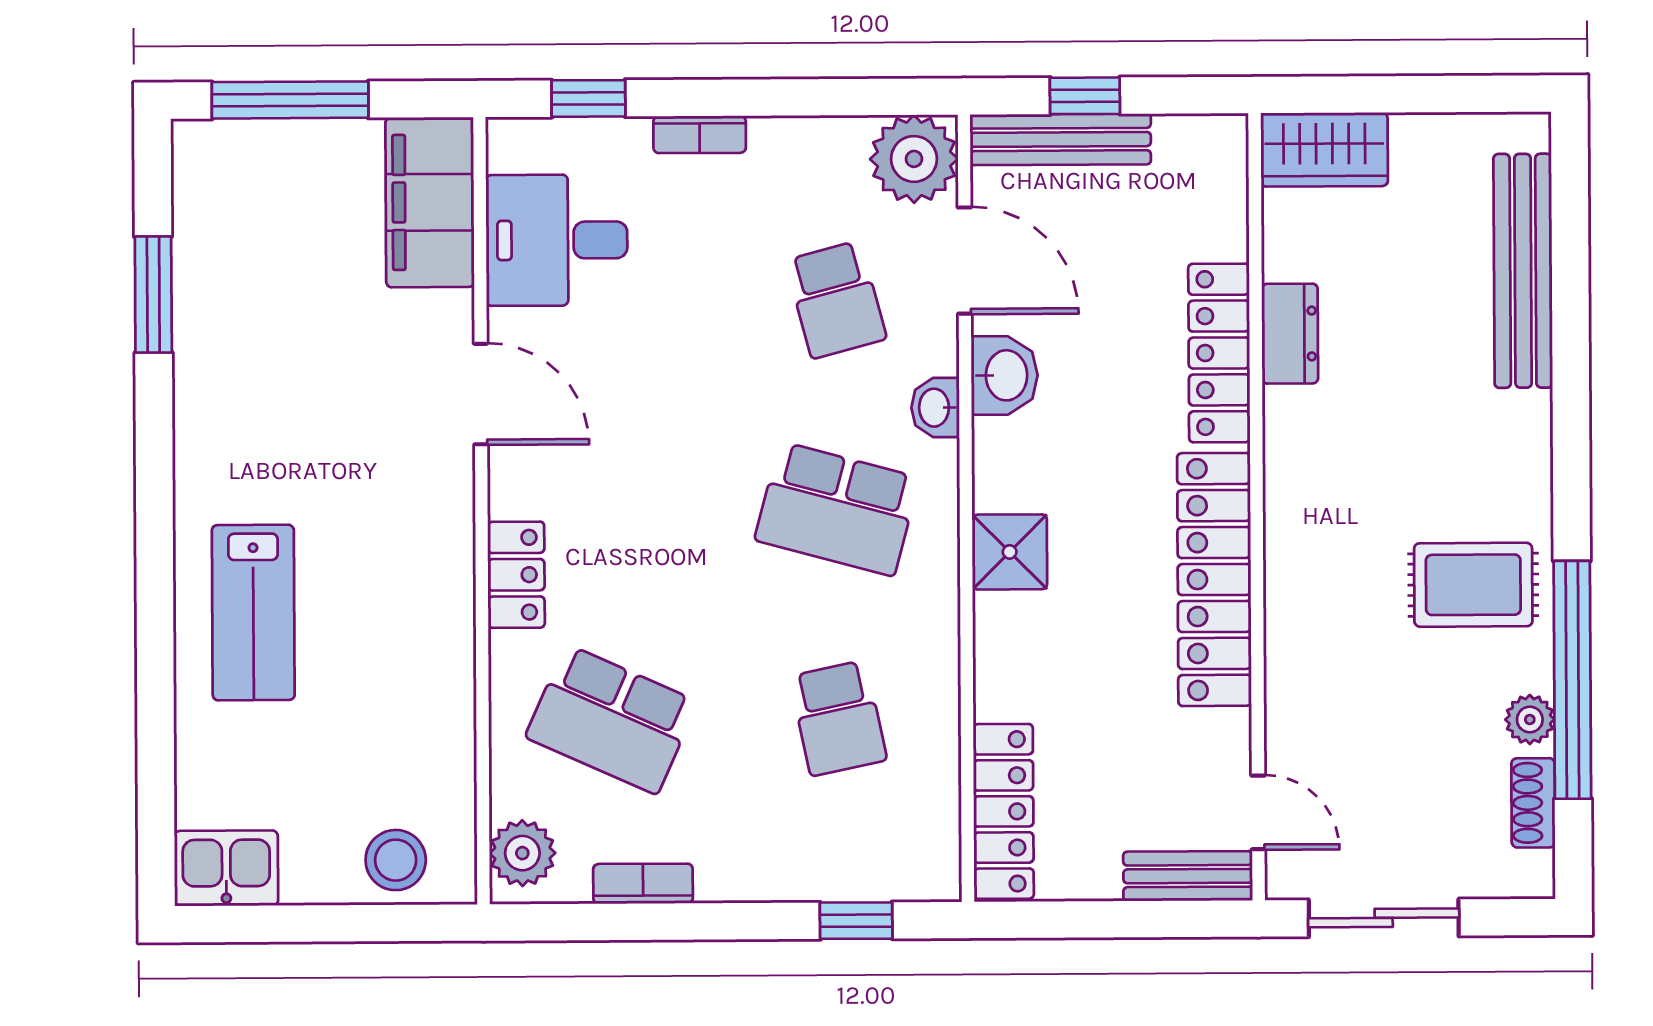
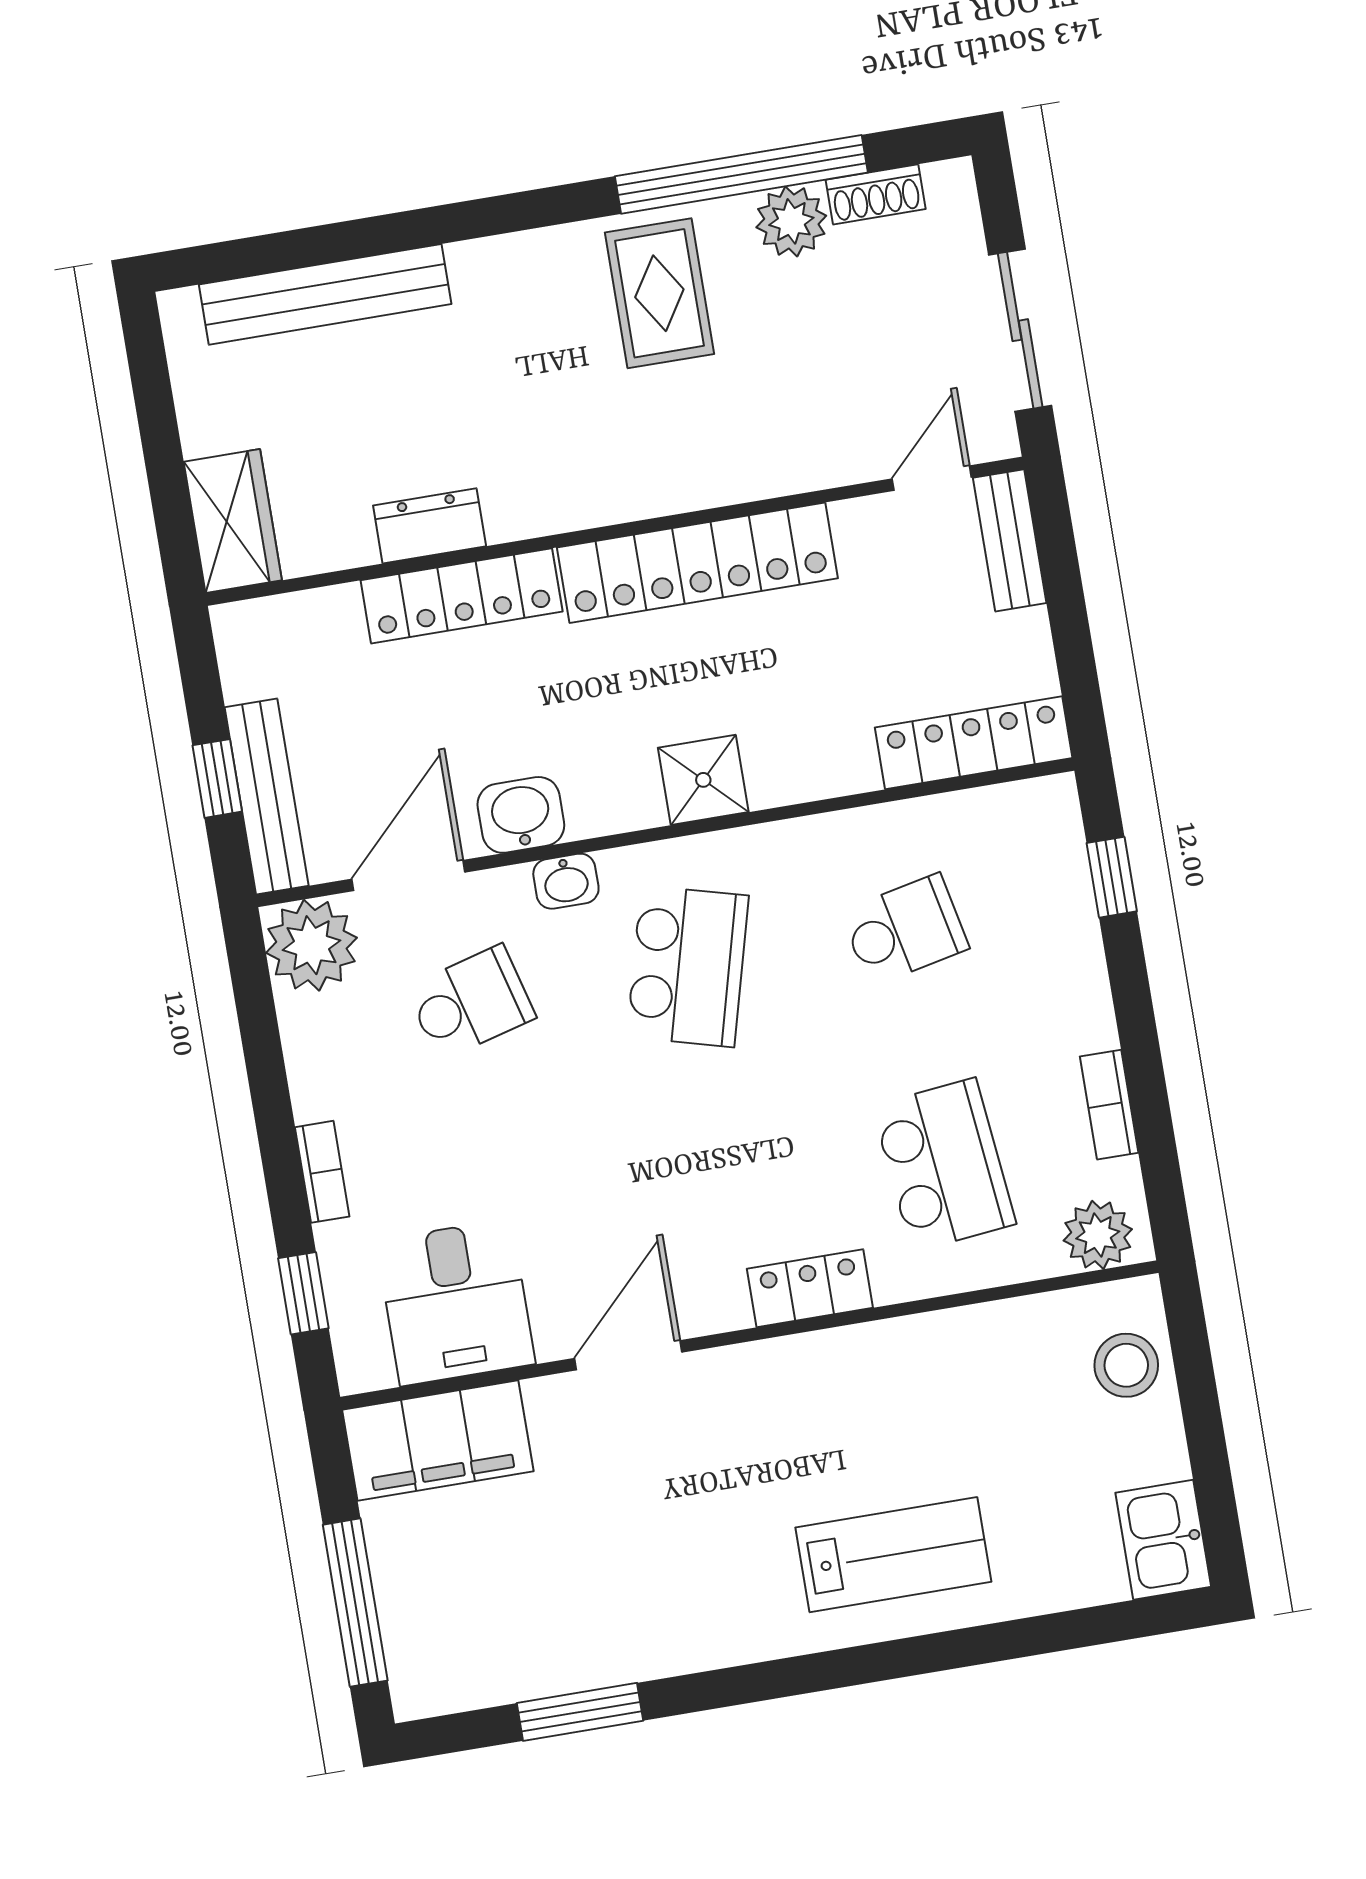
school desk: (611, 719) -> (944, 1165), turned -30
plant: (1530, 720) -> (791, 221), width x1.38, depth x1.38

